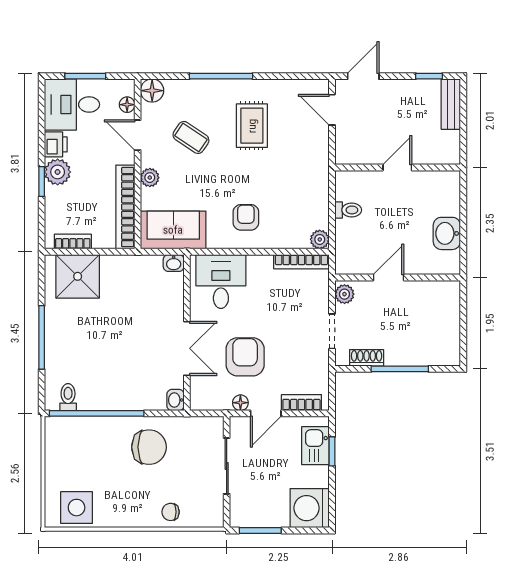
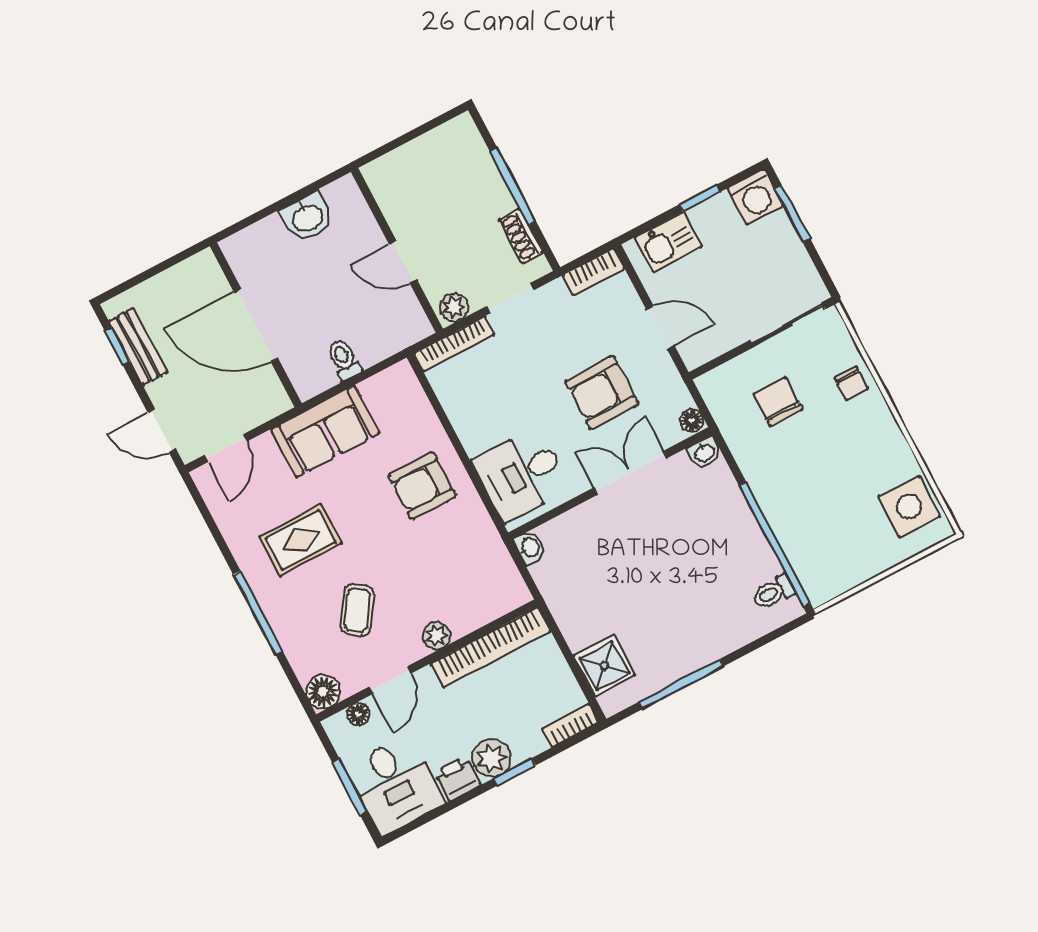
bench: (451, 104) -> (138, 347), moved, turned 90
door: (397, 167) -> (256, 325), width x1.87
armchair: (246, 217) -> (422, 486), width x1.38, depth x1.38
sofa: (173, 230) -> (325, 431), moved, turned -90
plant: (320, 239) -> (401, 376), removed
bookcase: (73, 242) -> (570, 726), moved, turned 90
bookcase: (301, 262) -> (454, 344), moved, turned 90
shower: (78, 276) -> (604, 665), width x0.73, depth x0.73
window: (42, 337) -> (681, 684), moved
floor lamp: (240, 403) -> (692, 421), moved
bookcase: (301, 403) -> (594, 272), moved, turned -90
chair: (149, 447) -> (778, 402), moved, width x0.73, depth x0.73
window: (332, 451) -> (699, 198), moved
sliding door: (227, 466) -> (788, 325), moved
washing machine: (310, 508) -> (755, 197), width x0.73, depth x0.73
window: (260, 531) -> (792, 214), moved

